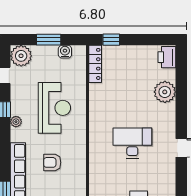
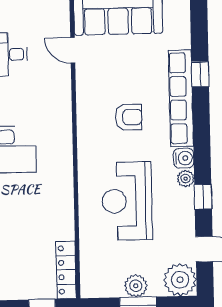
water cooler: (65, 52) -> (184, 158), moved, turned -90
plant: (50, 53) -> (136, 286), added

